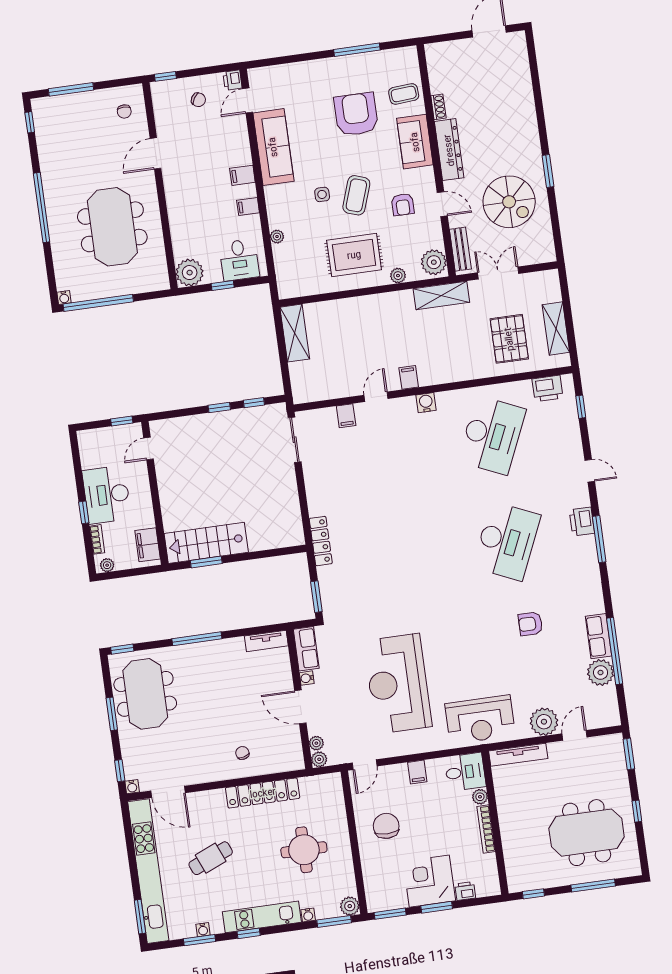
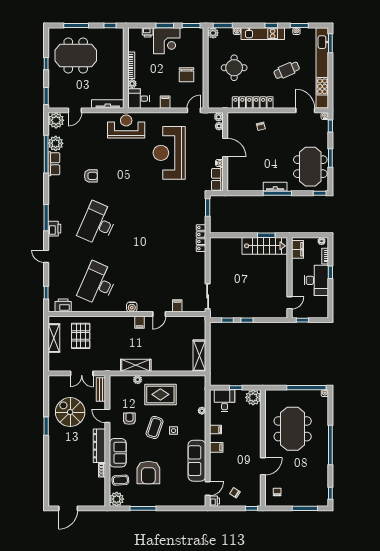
plant: (434, 262) -> (117, 499), moved
shelving: (441, 296) -> (136, 365), moved
tv unit: (266, 641) -> (275, 187), moved
reception desk: (398, 684) -> (169, 153), turned 180
plant: (544, 722) -> (56, 120), moved

